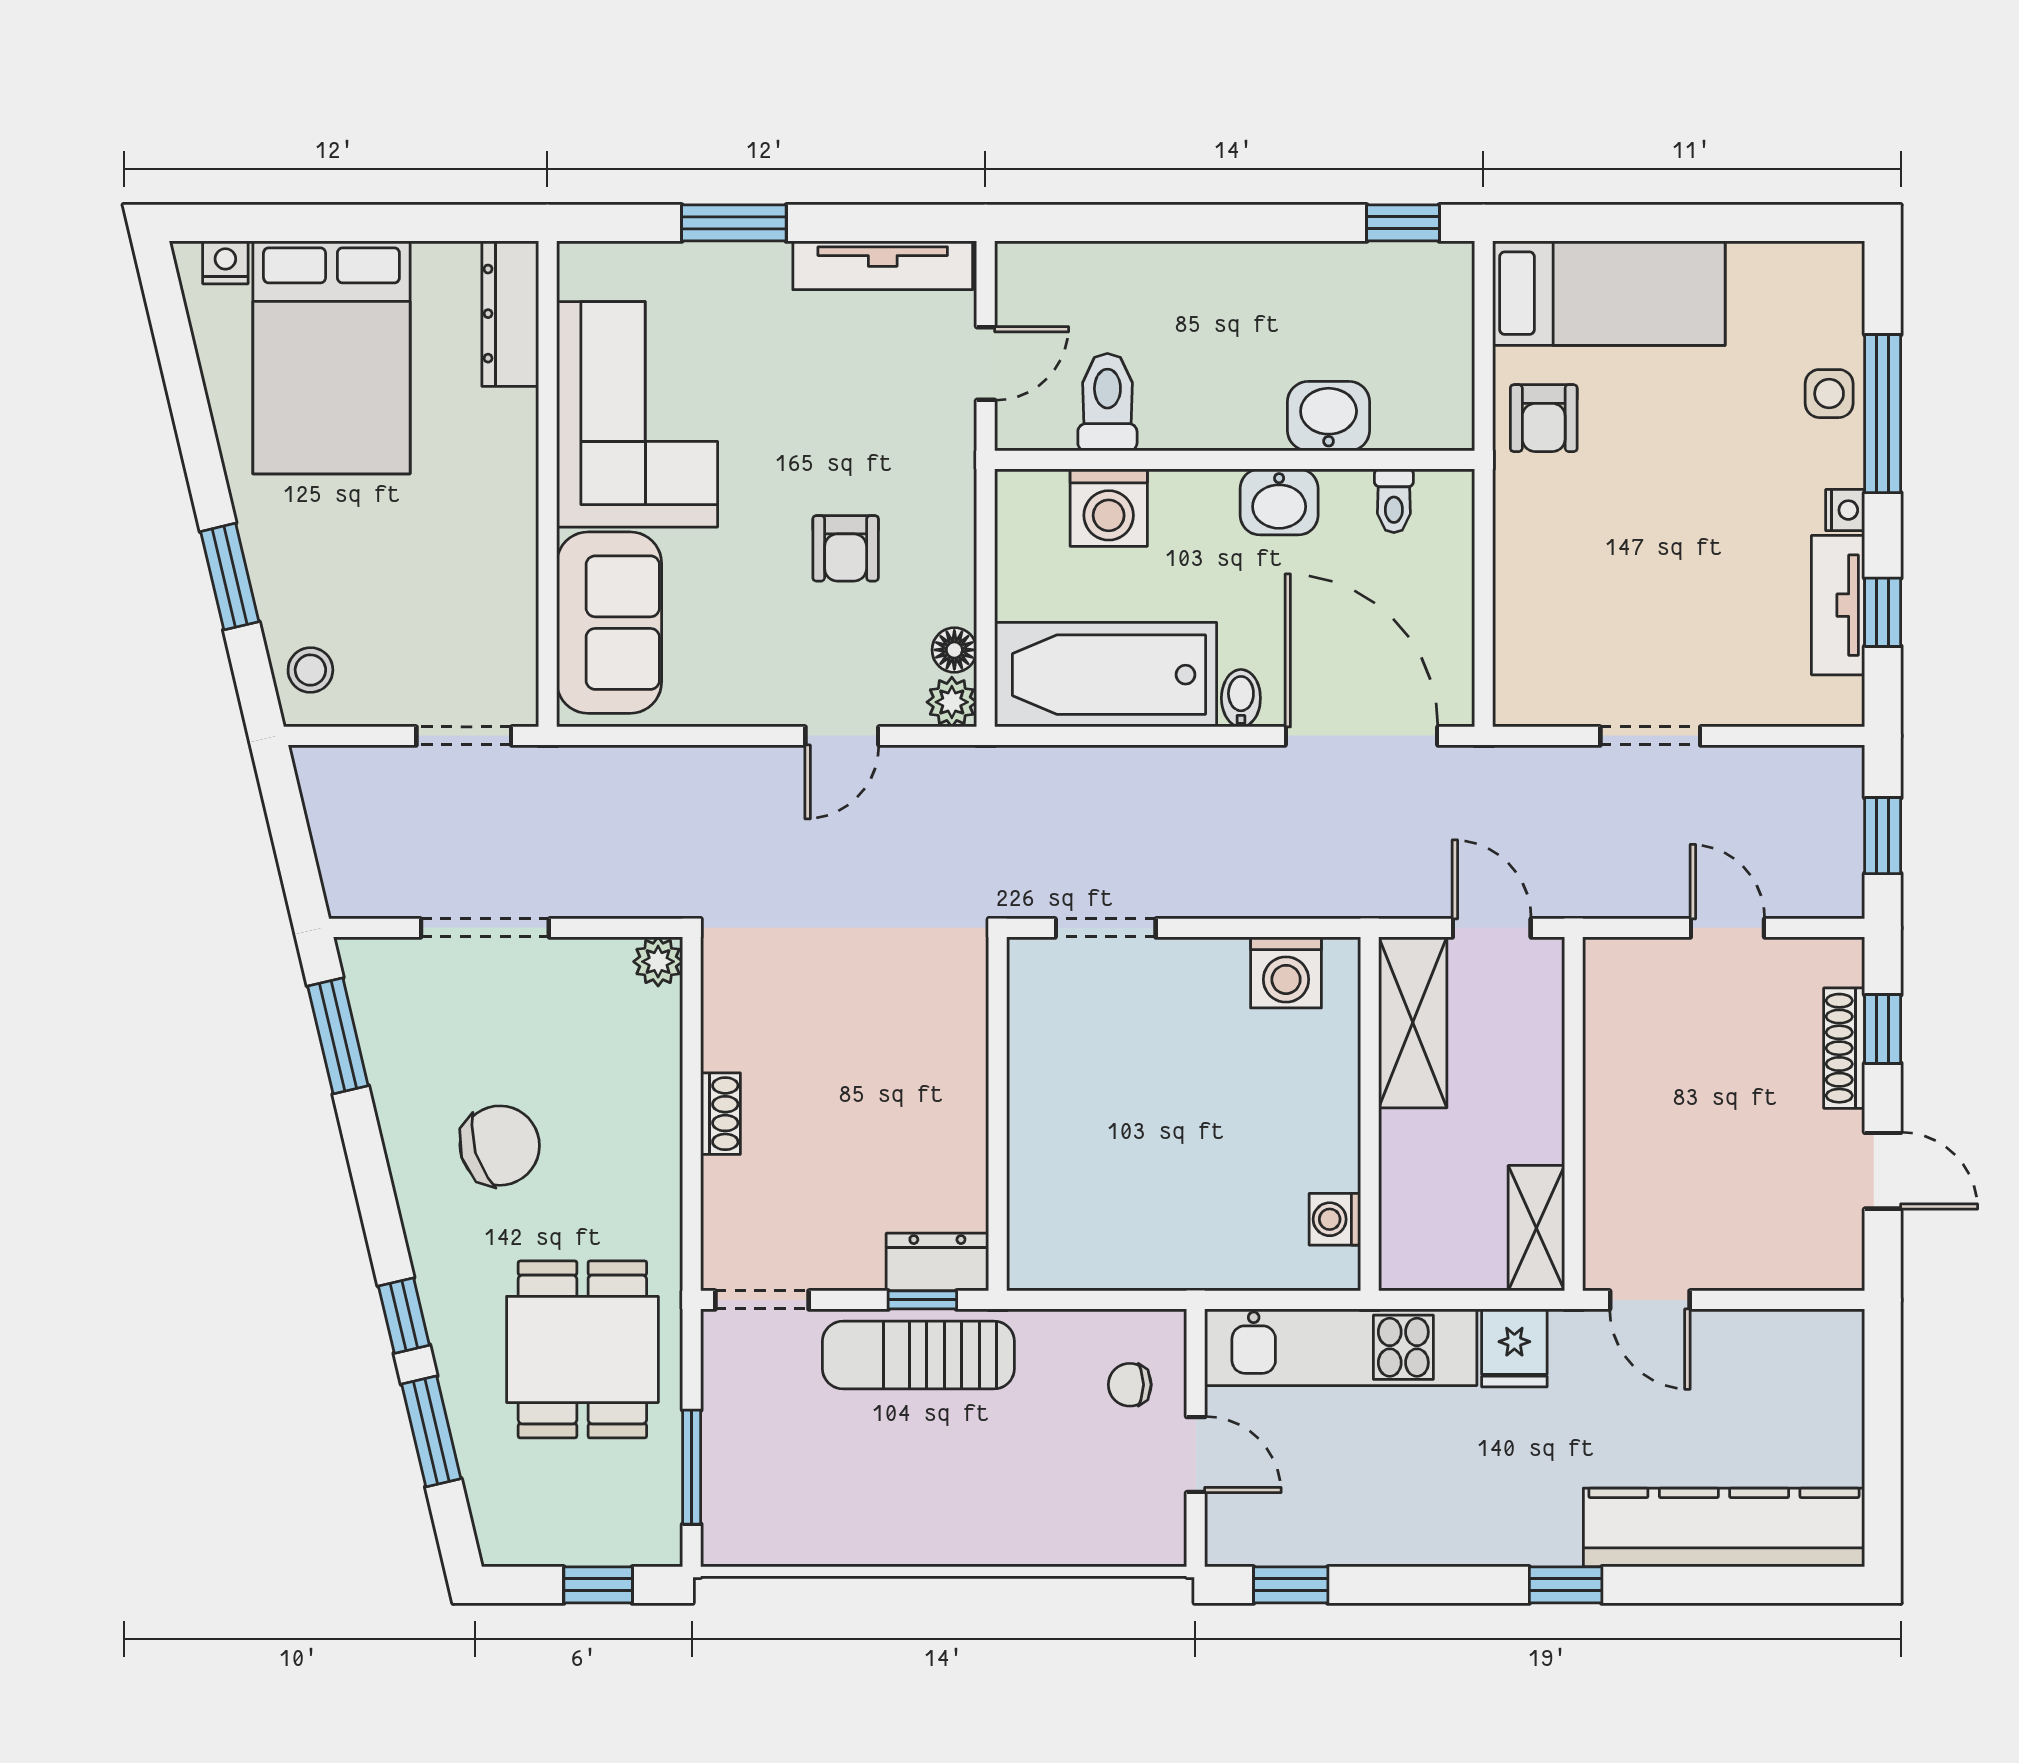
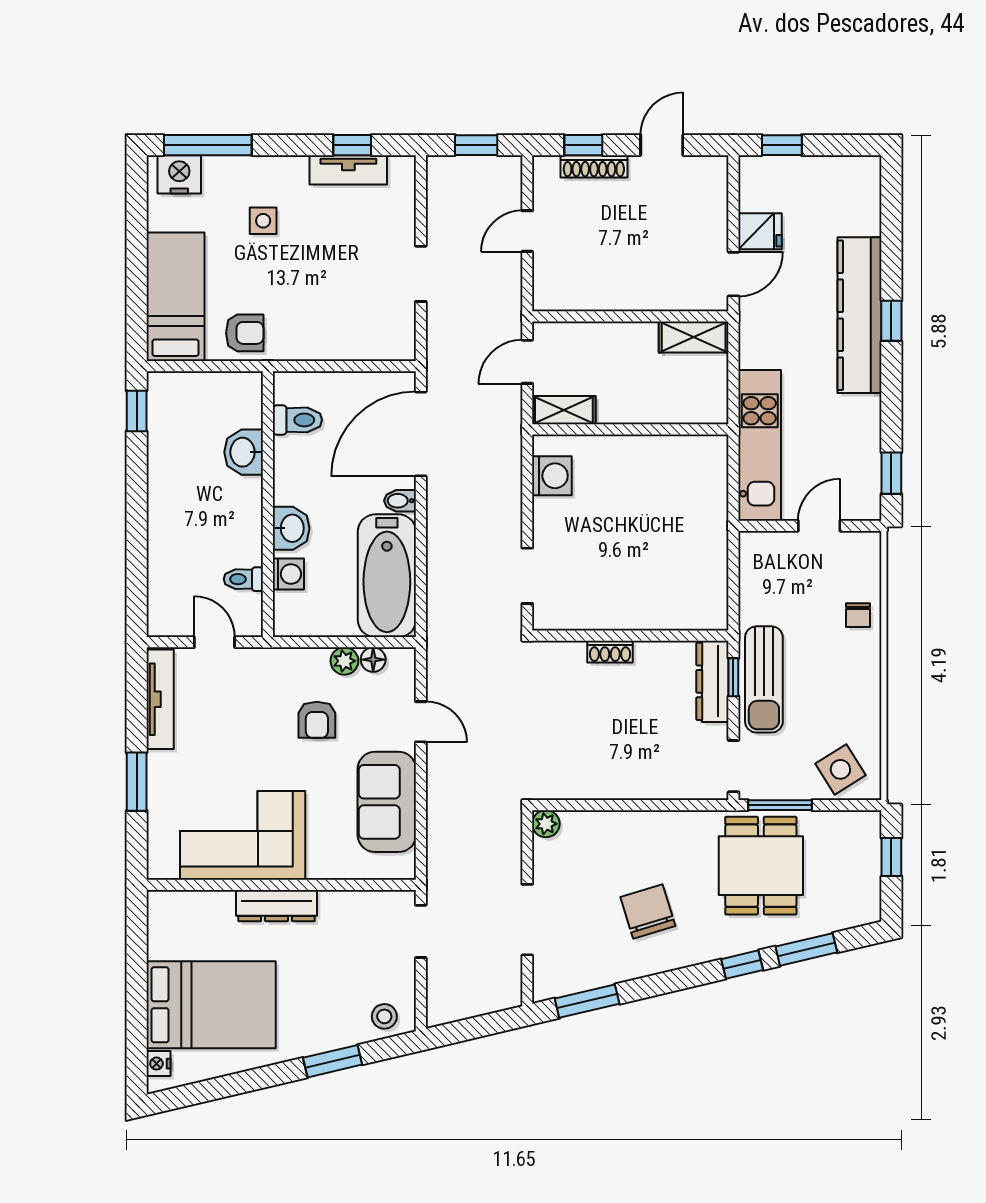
dresser: (510, 314) -> (276, 906), moved
side table: (1829, 394) -> (263, 221), moved
toilet: (1107, 402) -> (243, 579), width x0.73, depth x0.72
window: (1883, 414) -> (208, 145), moved
toilet: (1394, 501) -> (297, 420), width x1.37, depth x1.39
washbasin: (1279, 502) -> (291, 528), moved
washing machine: (1109, 508) -> (288, 574), width x0.73, depth x0.73
nightstand: (1845, 510) -> (179, 174), moved, width x1.89, depth x1.79
armchair: (846, 548) -> (317, 720), turned 90
sofa: (609, 623) -> (387, 802), moved, turned -90
plant: (952, 702) -> (344, 661), moved
shelving: (1413, 1022) -> (564, 410), width x0.67, depth x0.75
shoe rack: (720, 1114) -> (610, 652), moved, turned 180
washing machine: (1335, 1219) -> (689, 449), removed
dresser: (937, 1262) -> (712, 681), width x1.44
fridge: (1514, 1348) -> (760, 231), moved
dining table: (582, 1349) -> (761, 866), turned 90
chair: (1130, 1385) -> (858, 615), moved
window: (1883, 1387) -> (782, 145), added
window: (692, 1467) -> (780, 805), moved
side table: (756, 1493) -> (840, 769), added
kitchen counter: (1724, 1528) -> (860, 315), moved

